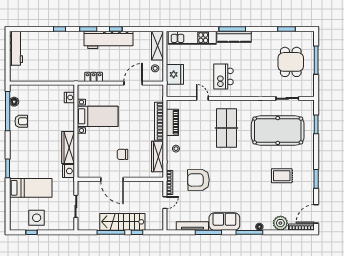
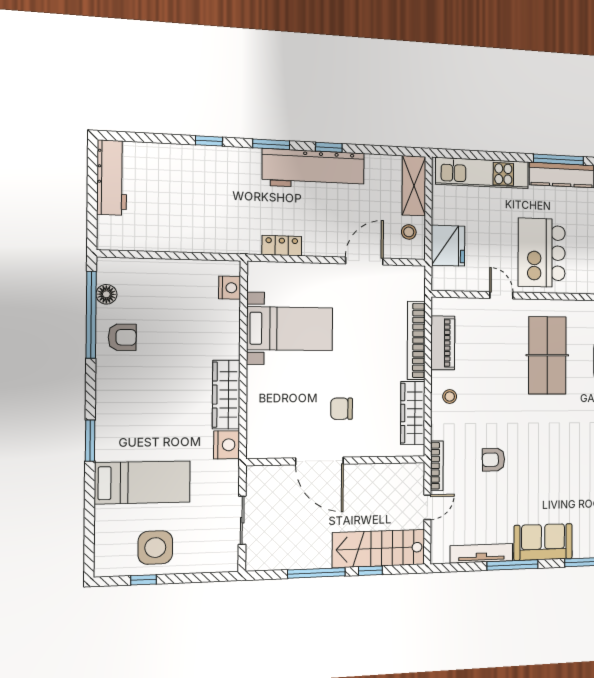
kitchen island: (223, 76) -> (542, 253), width x1.37, depth x1.28
armchair: (198, 180) -> (493, 460), width x0.53, depth x0.53
stairs: (122, 222) -> (379, 549), moved

